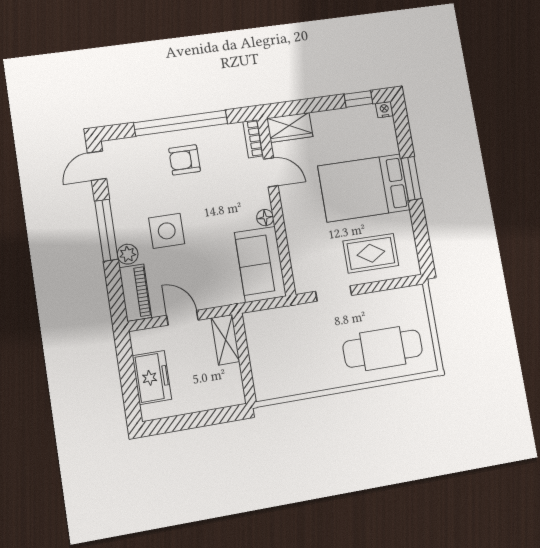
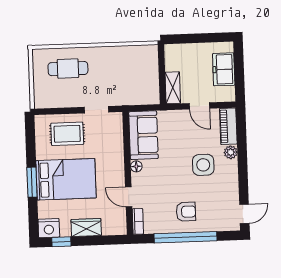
nightstand: (384, 110) -> (49, 228), width x1.89, depth x1.79
wardrobe: (290, 127) -> (86, 228), moved
window: (106, 230) -> (243, 170), removed
cafe table: (383, 349) -> (68, 69), width x0.73, depth x0.74

